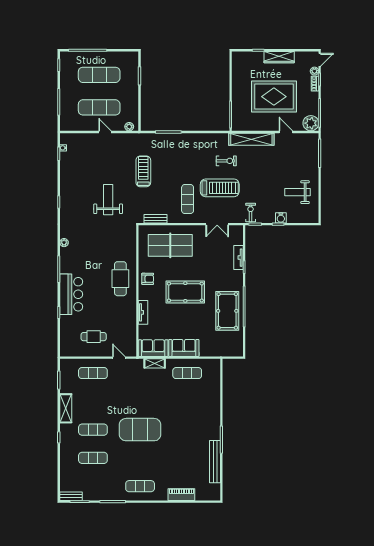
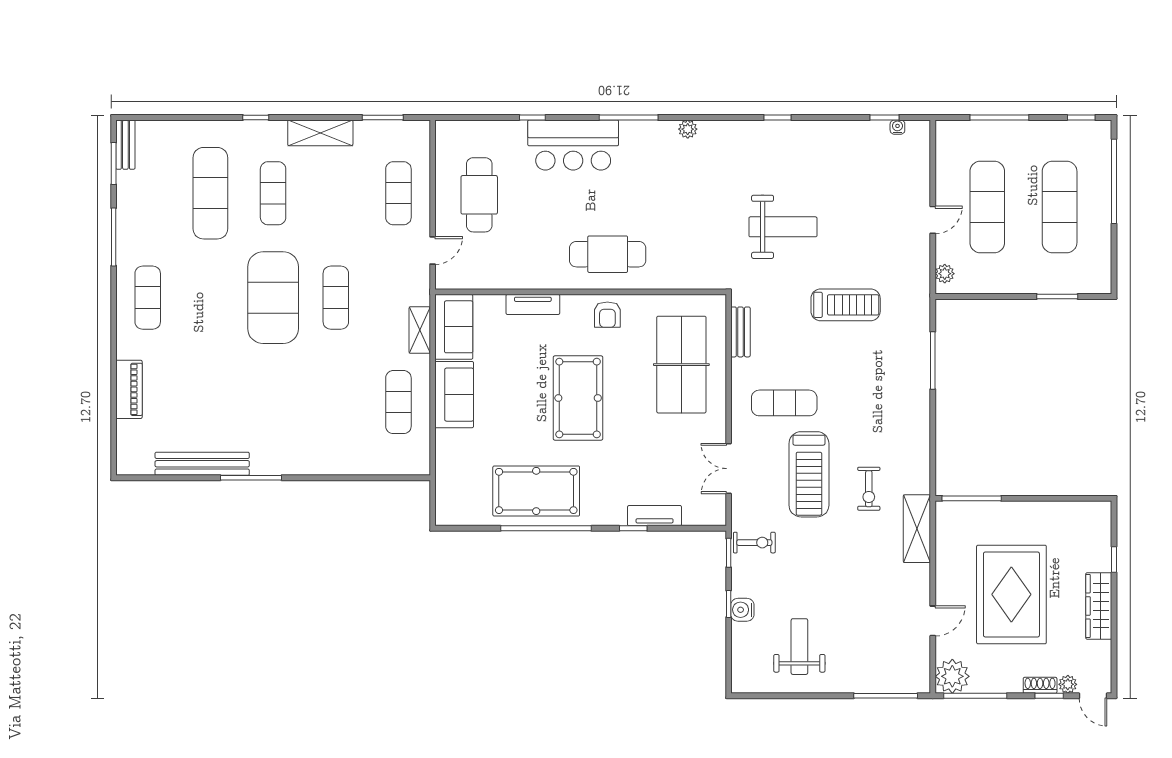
shelving: (251, 139) -> (917, 529), width x0.68
cafe table: (94, 337) -> (479, 195), width x1.37, depth x1.35
exercise mat: (140, 401) -> (336, 298), added
exercise mat: (93, 458) -> (210, 193), width x1.36, depth x1.45

